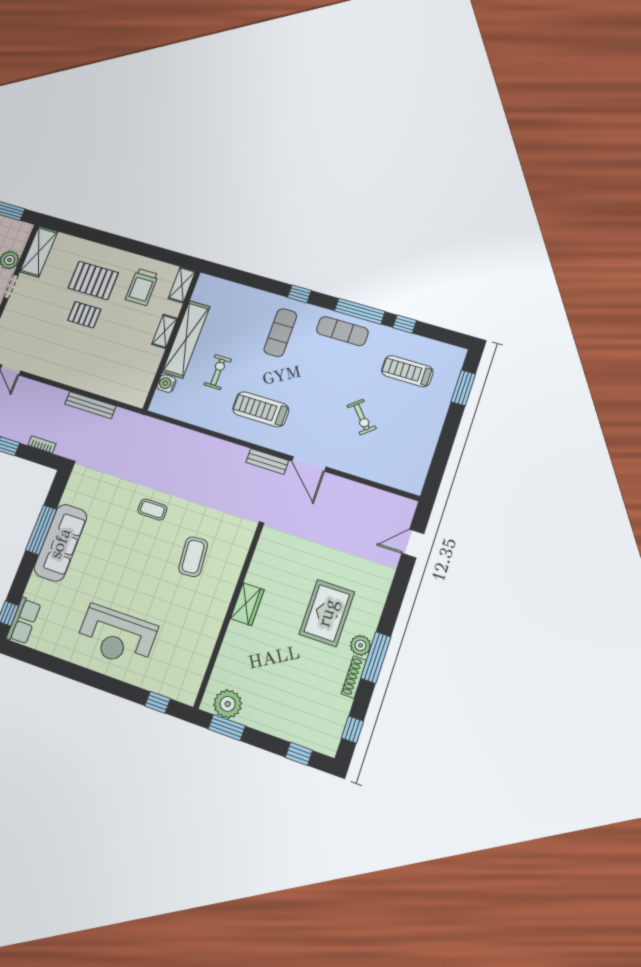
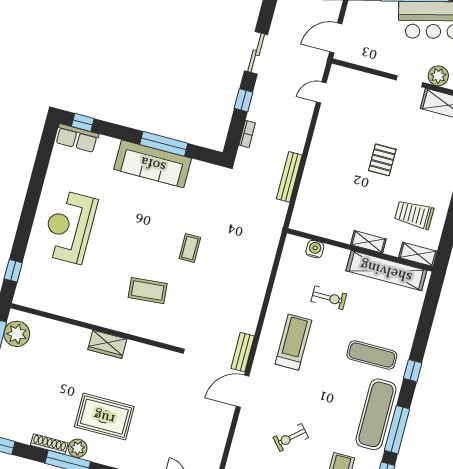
pallet: (93, 280) -> (419, 165), removed
exercise mat: (342, 331) -> (376, 414), width x1.36, depth x1.45
shelving: (186, 339) -> (386, 271), moved

